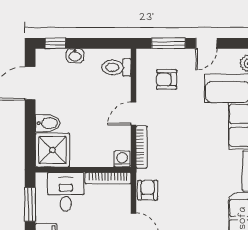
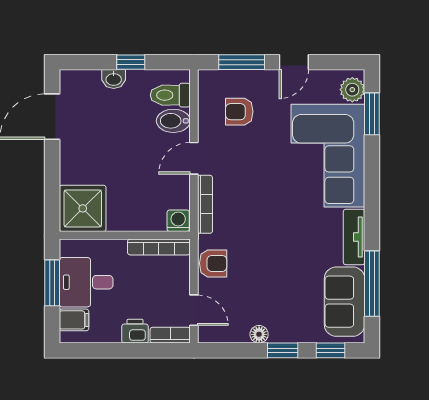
window: (55, 43) -> (131, 62), moved
bidet: (48, 123) -> (173, 121), moved, turned 180
armchair: (148, 190) -> (213, 263), turned 90
desk: (66, 192) -> (86, 282), moved, turned -90

